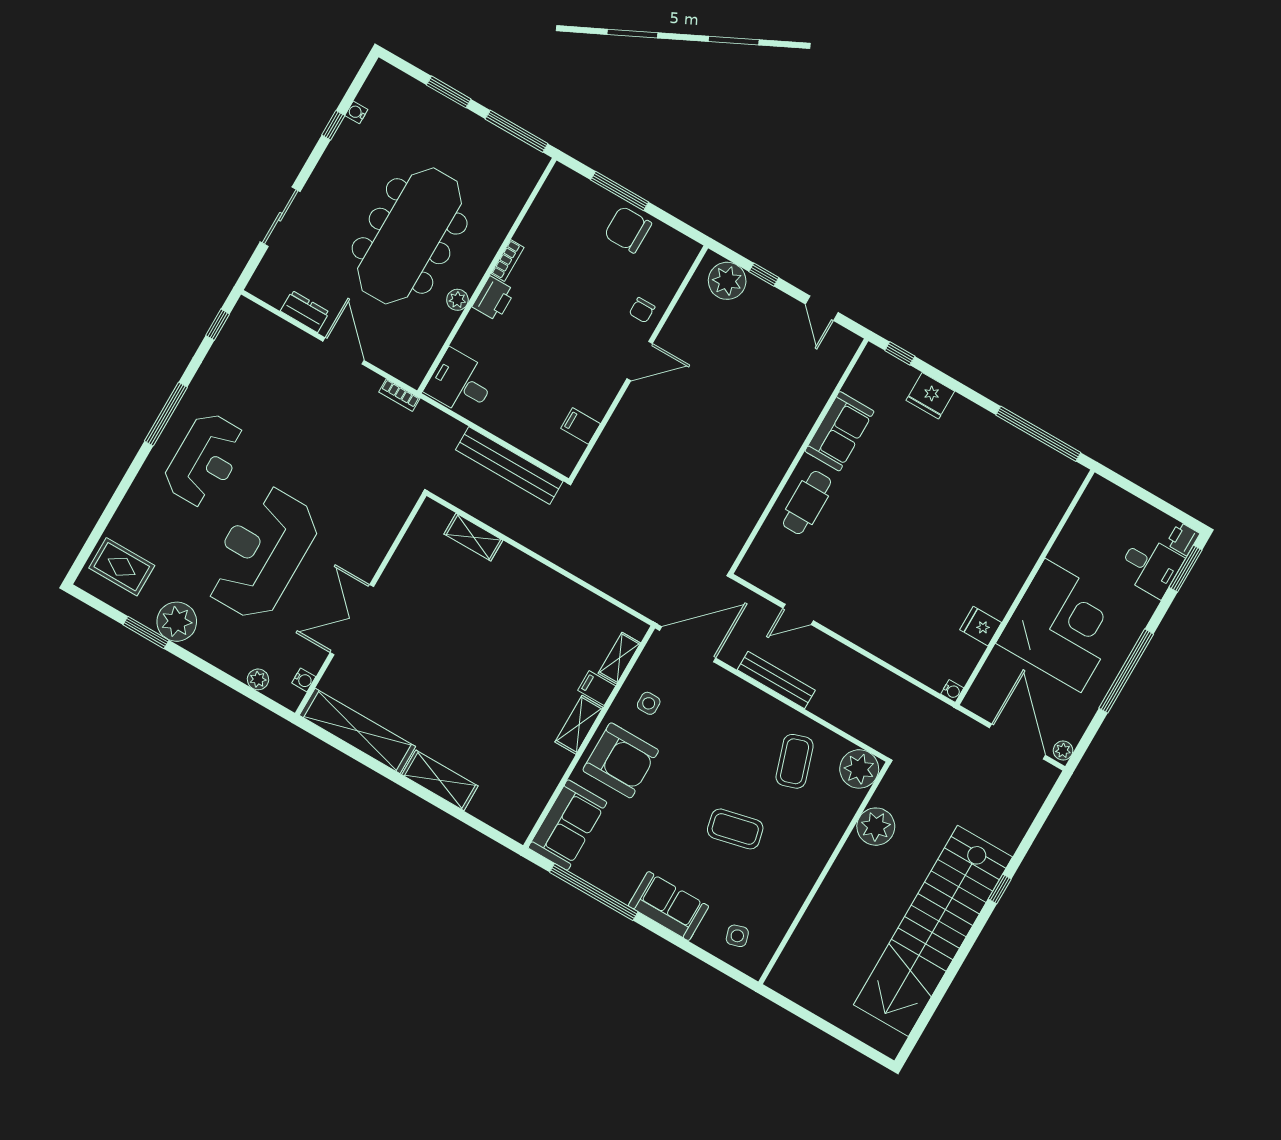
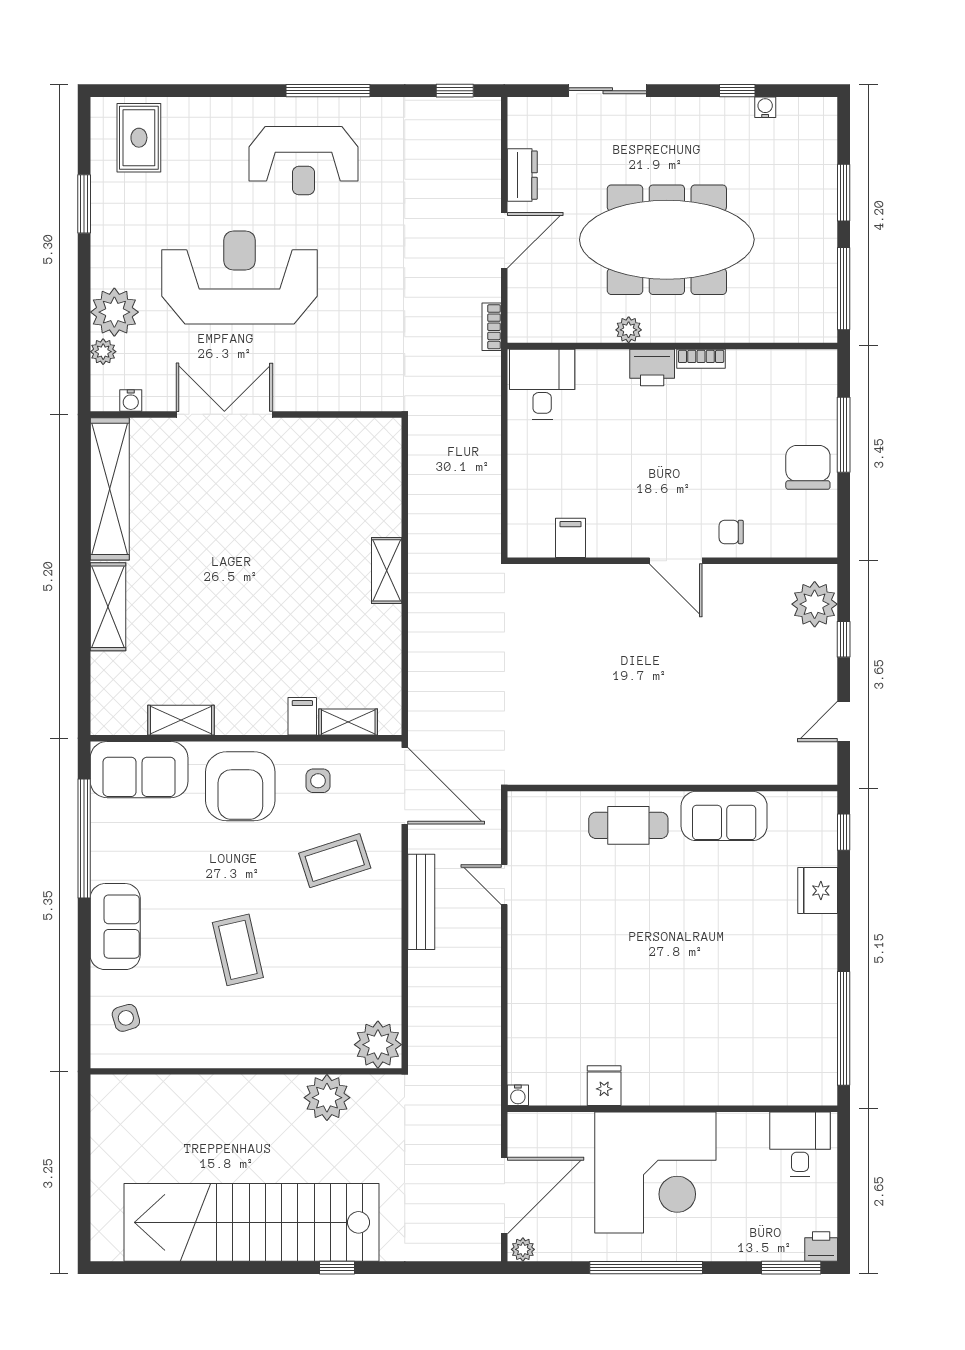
bench: (509, 466) -> (485, 487), removed
shelving: (473, 537) -> (387, 570), moved
desk: (1150, 566) -> (800, 1144), moved, turned 180
plant: (177, 622) -> (114, 312), moved
shelving: (579, 725) -> (181, 720), moved
coffee table: (795, 761) -> (335, 861), moved

